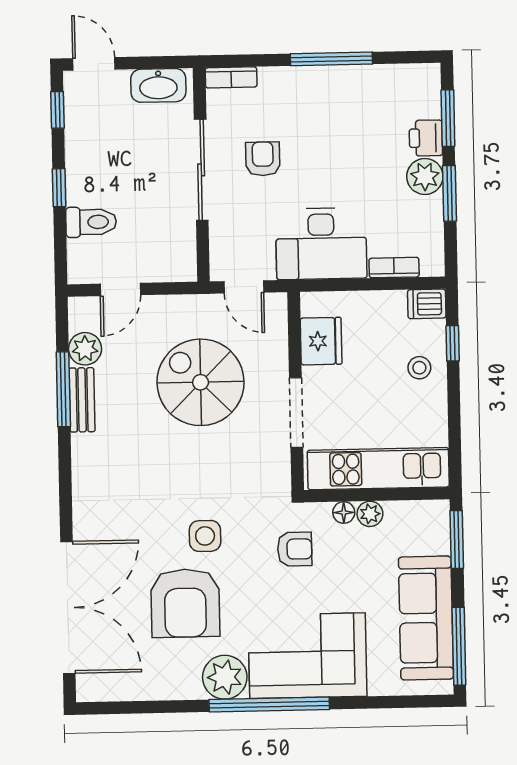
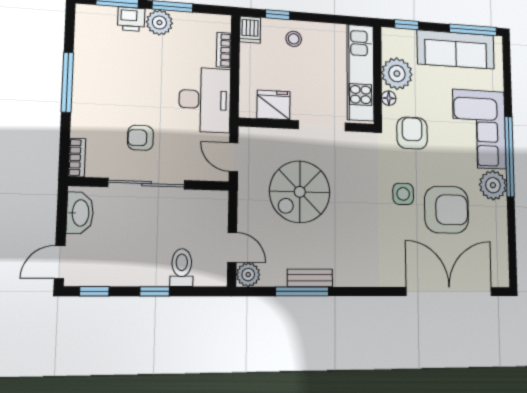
door: (244, 287) -> (234, 157), swing flipped
plant: (85, 349) -> (248, 275), moved
plant: (370, 514) -> (397, 74), width x1.87, depth x1.87
window: (457, 539) -> (407, 25), width x0.67
armchair: (295, 549) -> (412, 133), width x1.38, depth x1.38

